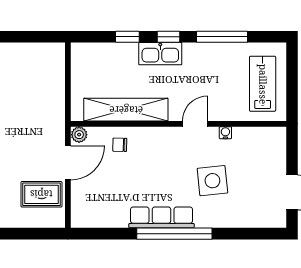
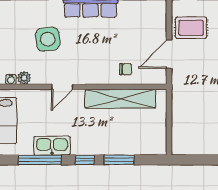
window: (127, 37) -> (119, 160), width x1.50
kitchen sink: (160, 54) -> (52, 146), moved
water cooler: (225, 133) -> (11, 79), moved
plant: (79, 135) -> (24, 78), moved

